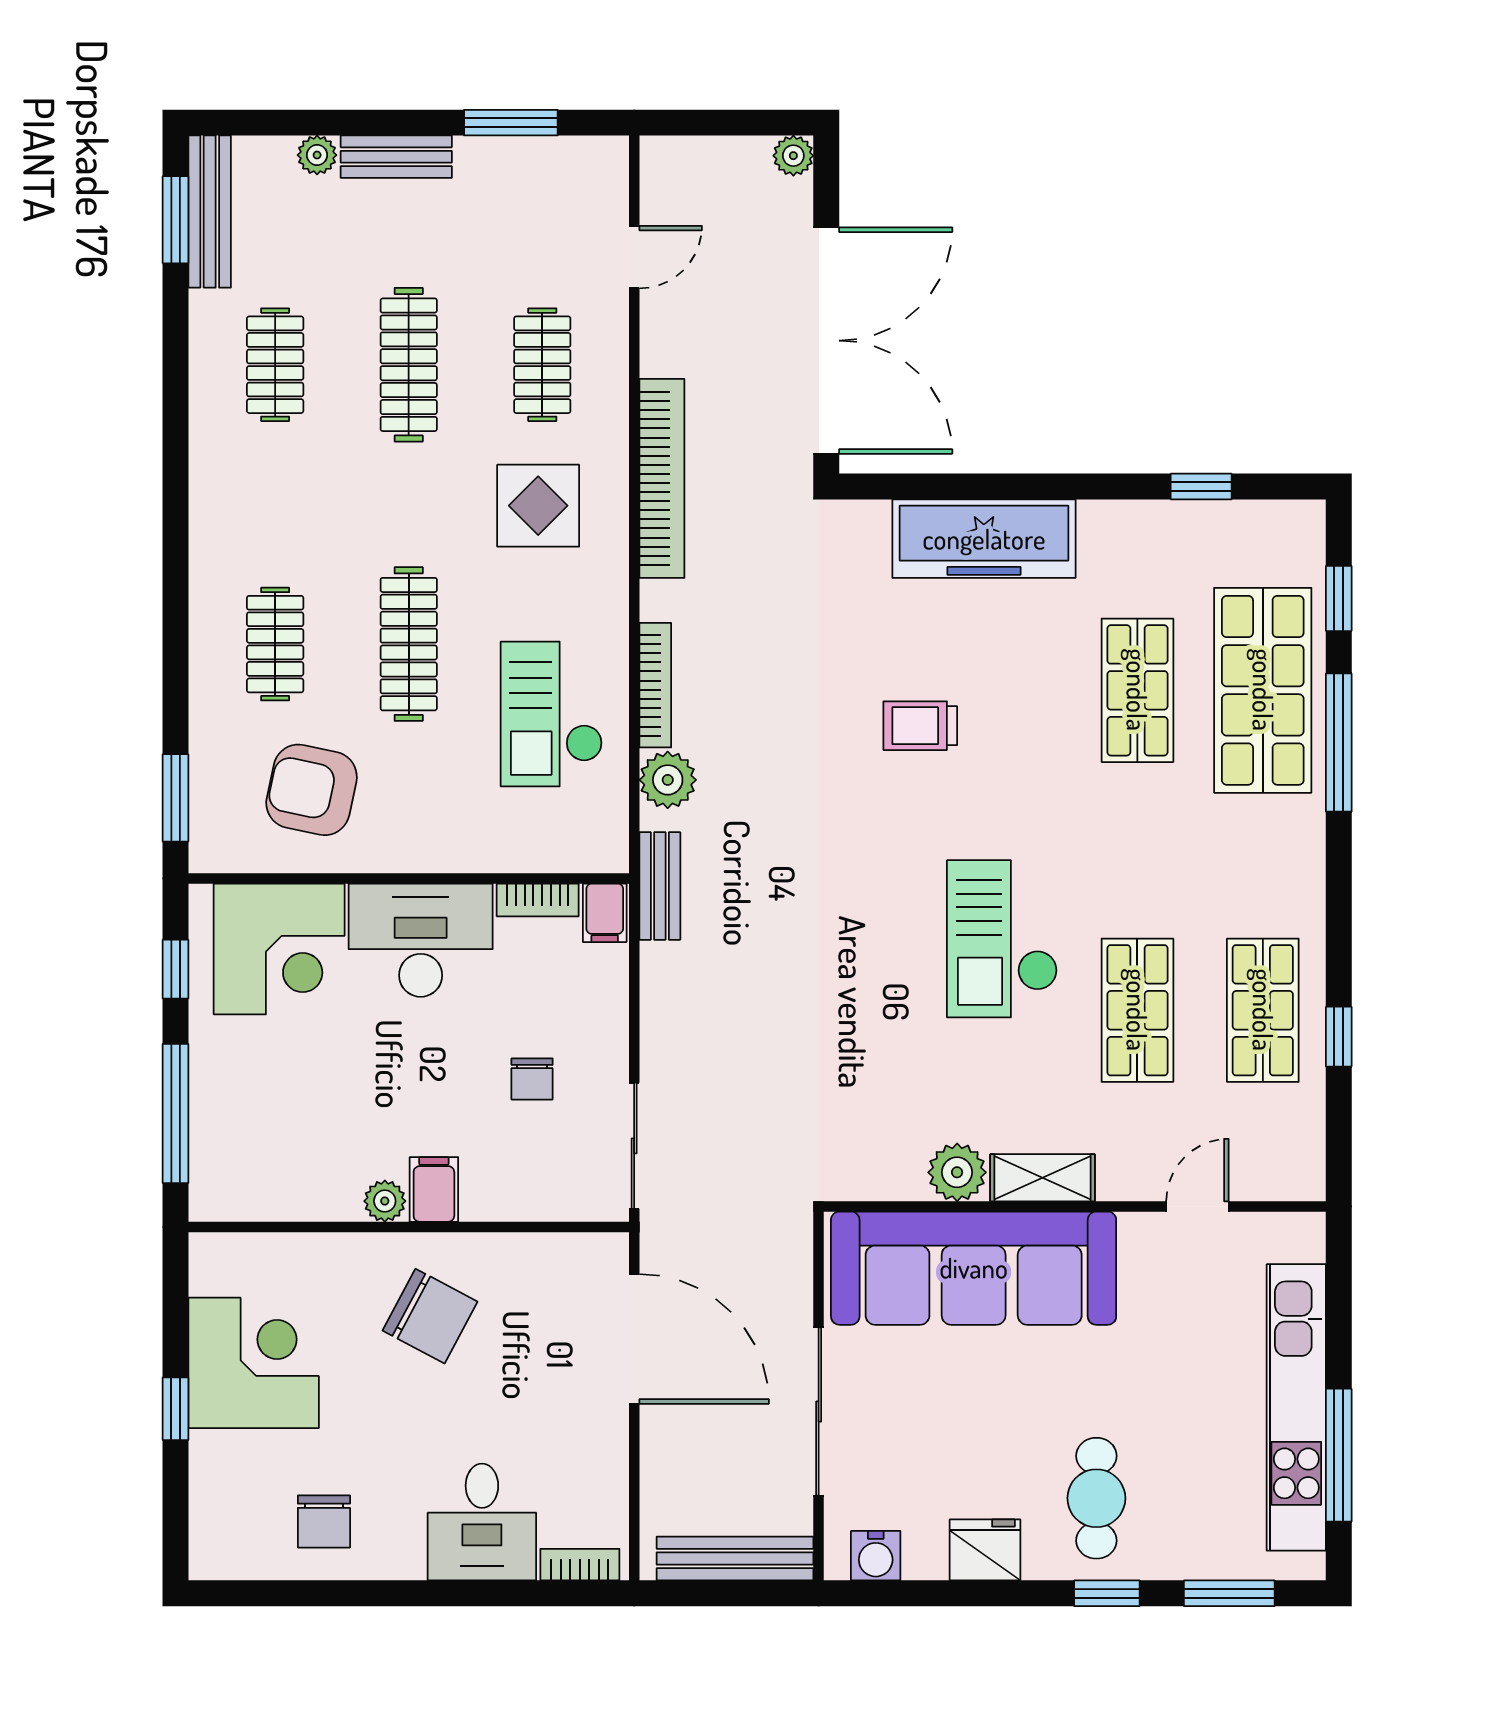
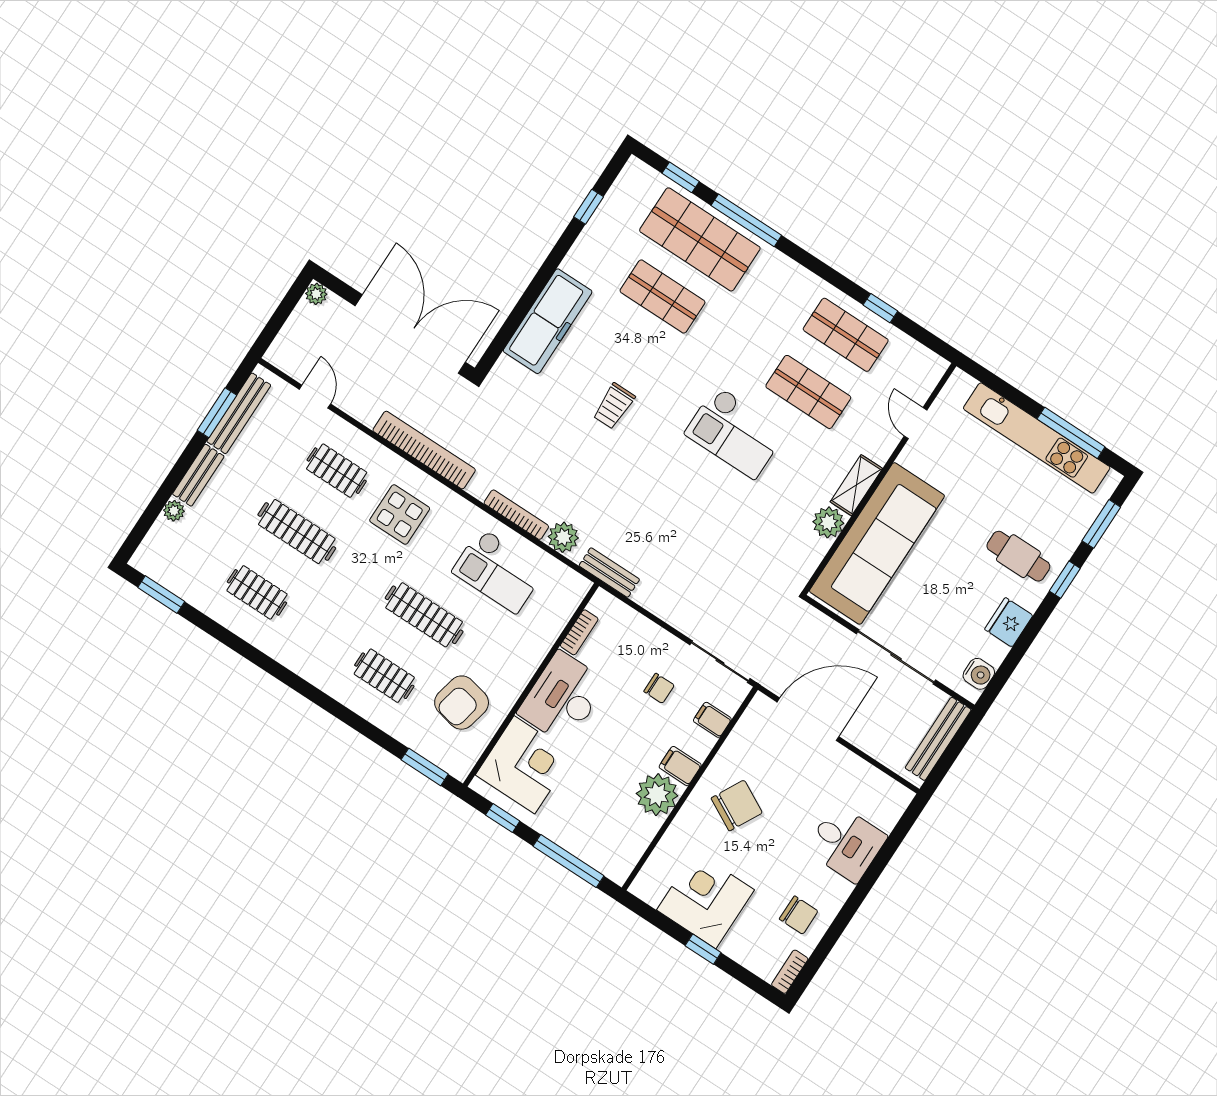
bench: (210, 212) -> (239, 413), moved, turned 90
filing cabinet: (605, 913) -> (712, 720), moved, turned 180
plant: (385, 1201) -> (657, 795), width x1.88, depth x1.88
bookcase: (580, 1565) -> (790, 972), moved

